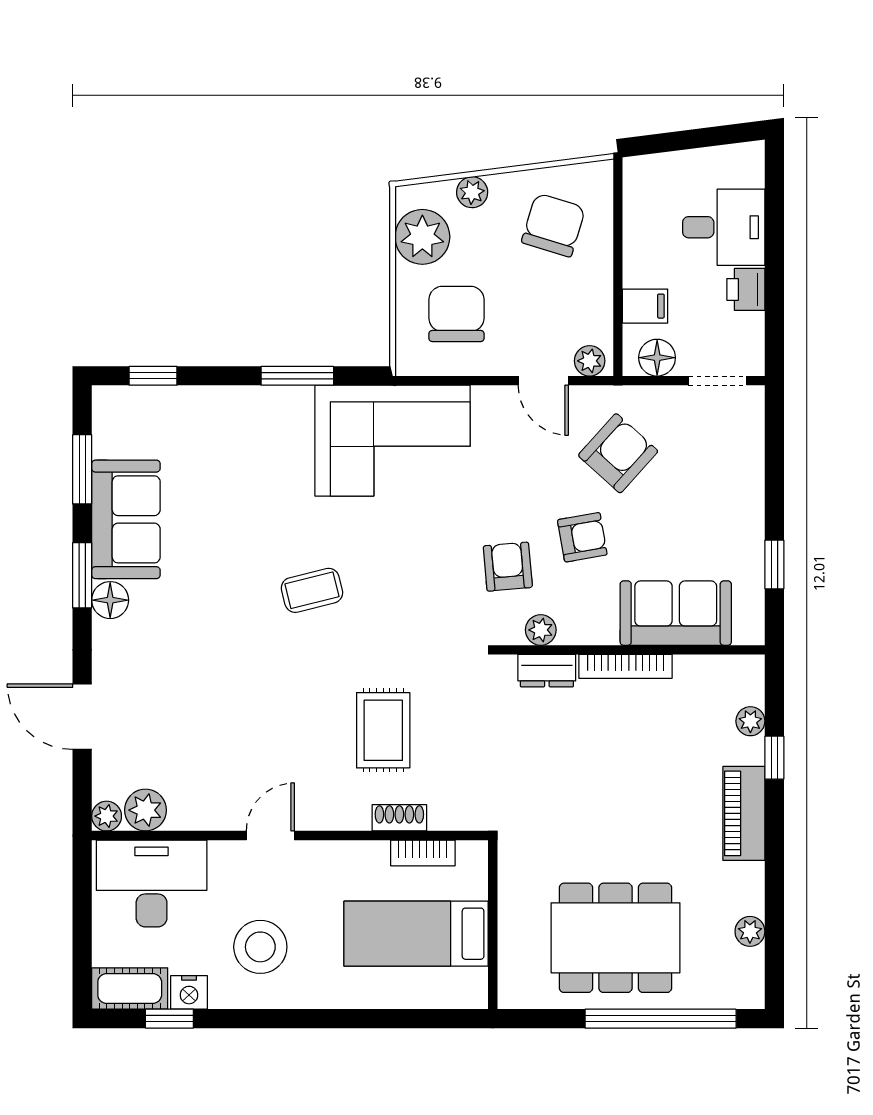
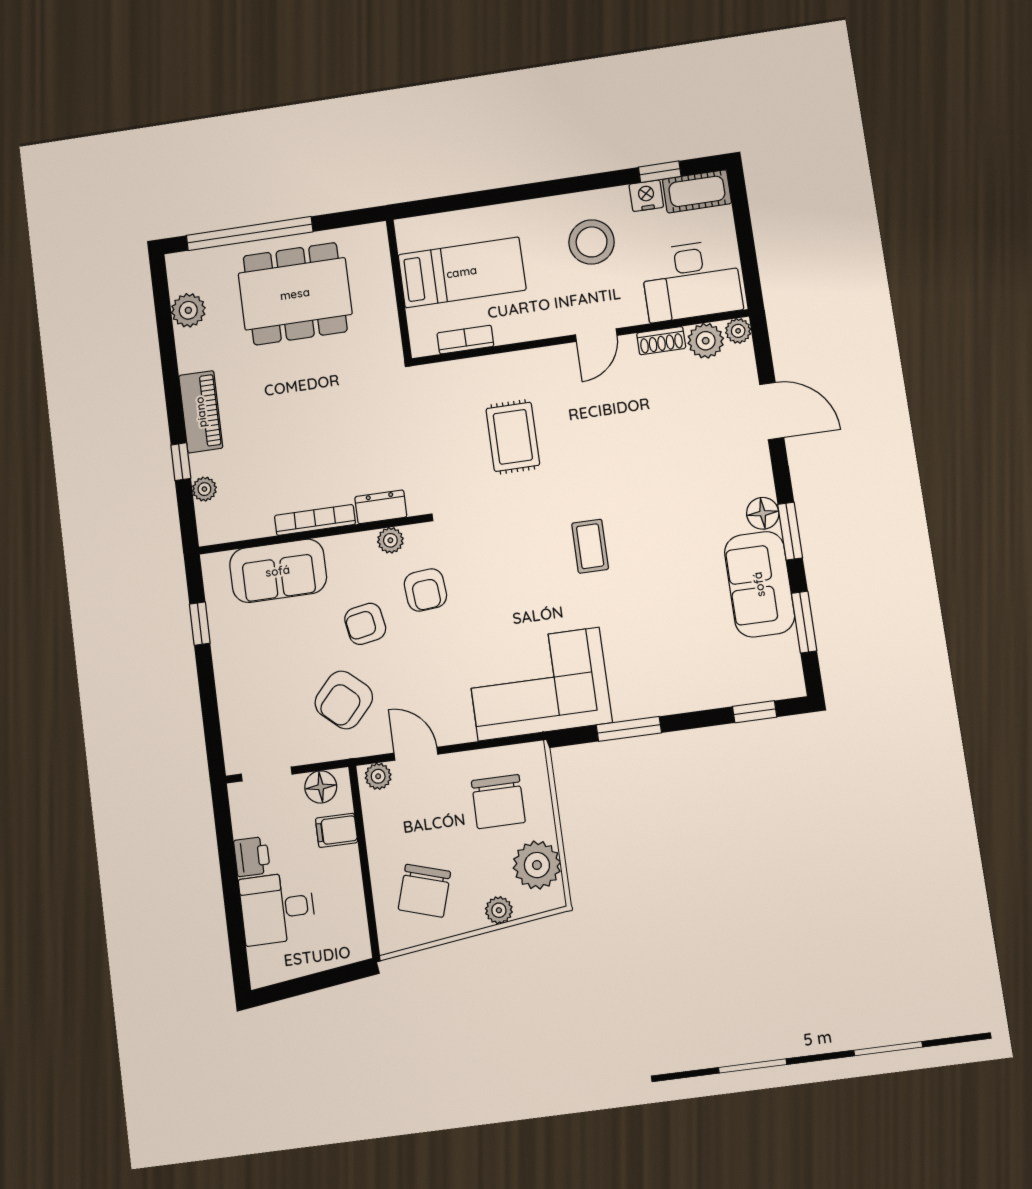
coffee table: (312, 590) -> (590, 546), turned -76
shoe rack: (399, 818) -> (661, 341), moved
plant: (750, 931) -> (188, 310), width x1.38, depth x1.38

